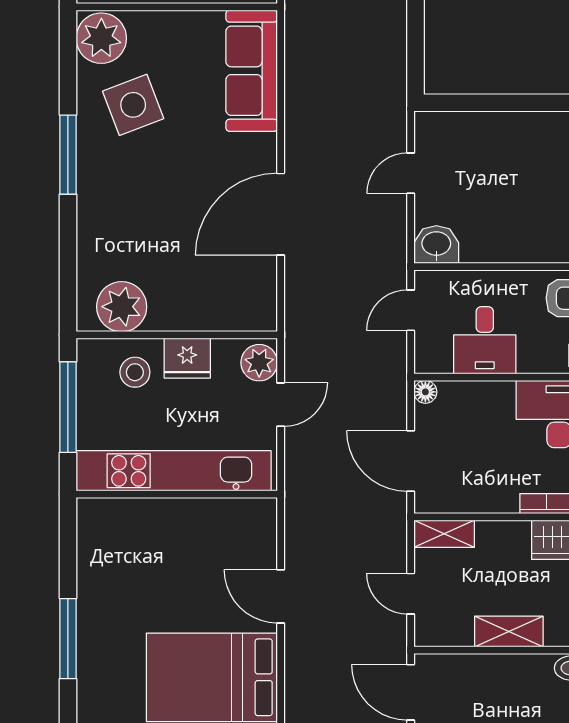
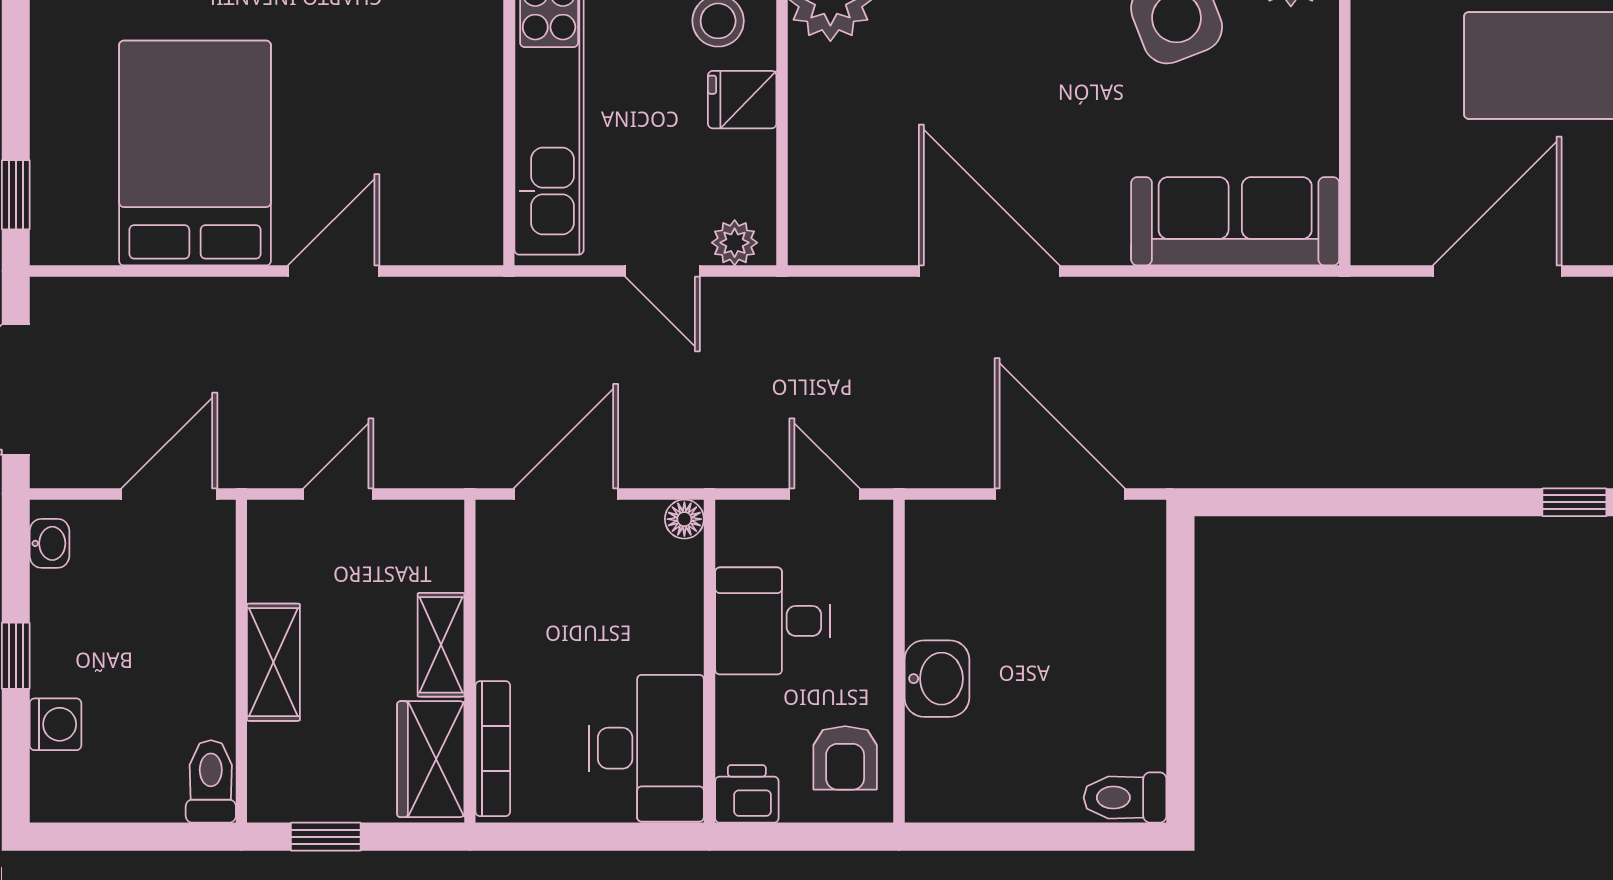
door: (411, 173) -> (1060, 494), width x1.87
washbasin: (436, 245) -> (937, 679), moved
fridge: (187, 358) -> (742, 100), width x0.72
plant: (259, 363) -> (735, 243), width x0.73, depth x0.73
shelving: (444, 534) -> (441, 645), moved

